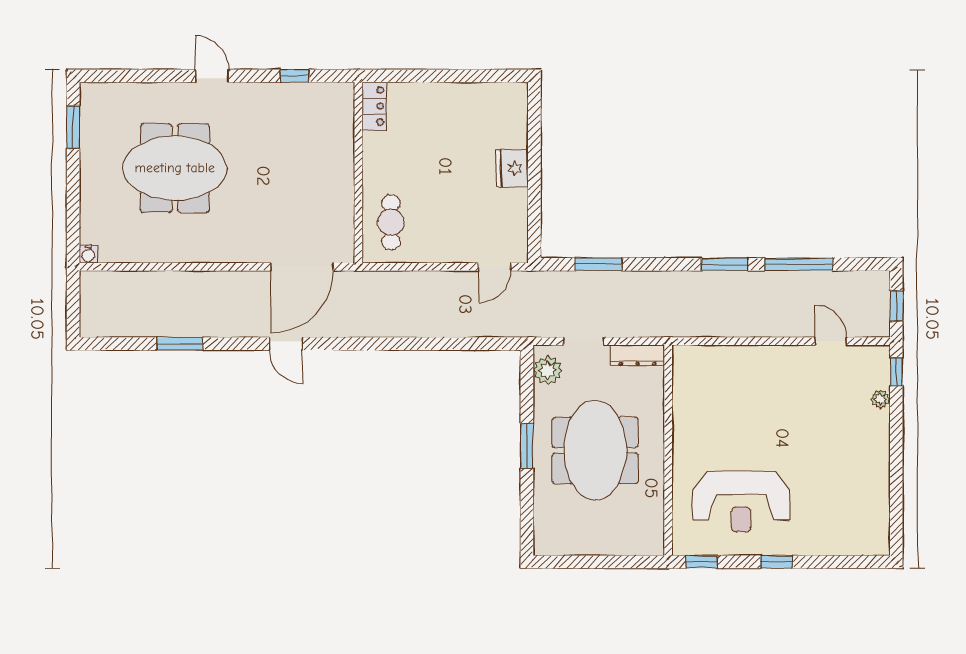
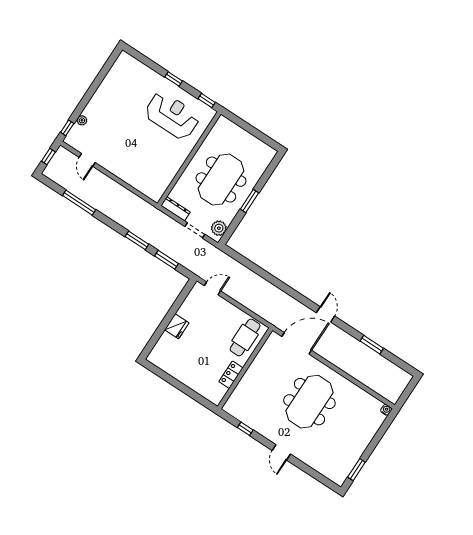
locker: (374, 106) -> (231, 375), moved
meeting table: (175, 168) -> (309, 402), moved, turned 90
cafe table: (391, 222) -> (245, 337), width x1.37, depth x1.35
window: (725, 264) -> (137, 240), moved

